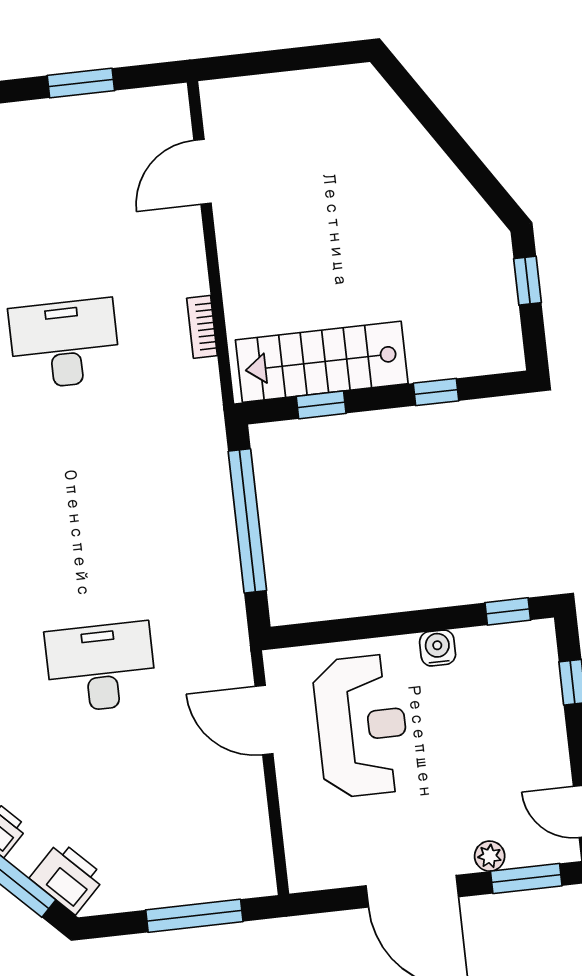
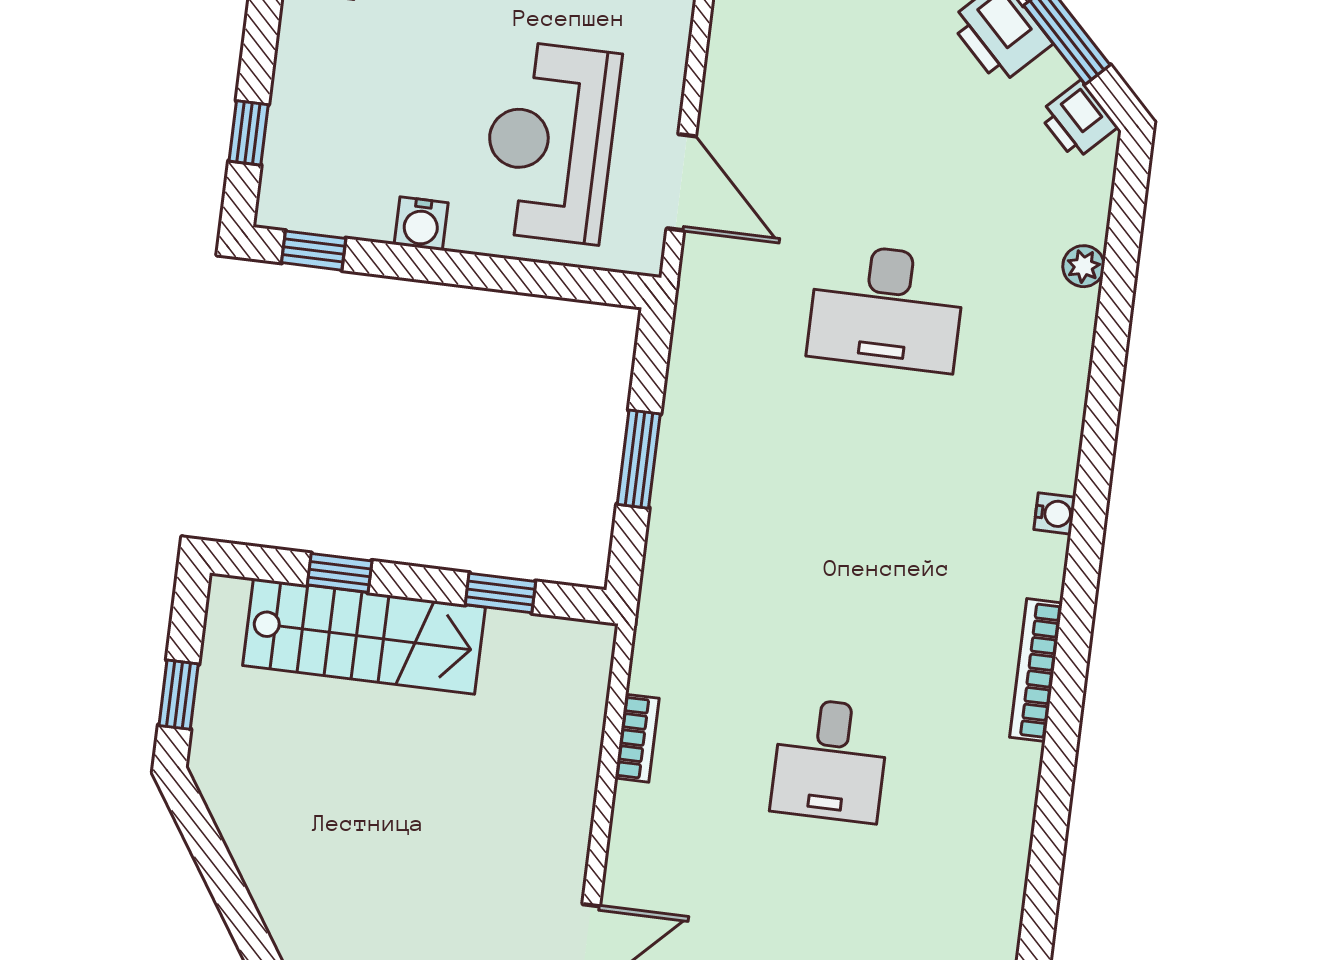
desk: (64, 344) -> (830, 760), width x0.73
stairs: (322, 362) -> (364, 636), moved
window: (247, 521) -> (639, 459), width x0.47

